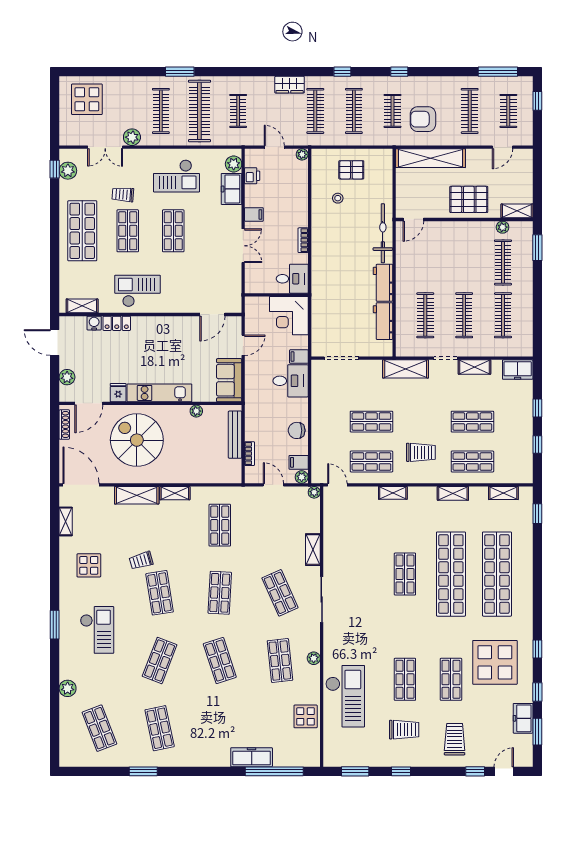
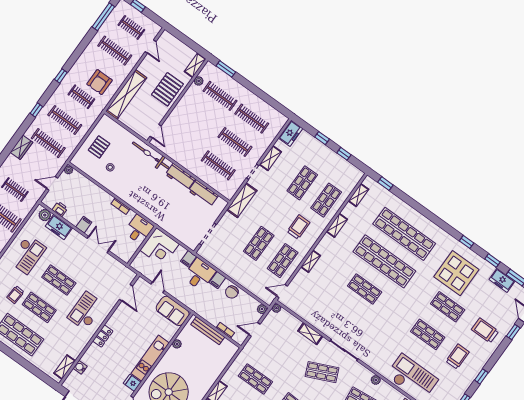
checkout: (138, 291) -> (86, 311), moved
locker: (117, 323) -> (103, 336), moved
filing cabinet: (299, 462) -> (218, 280), moved

